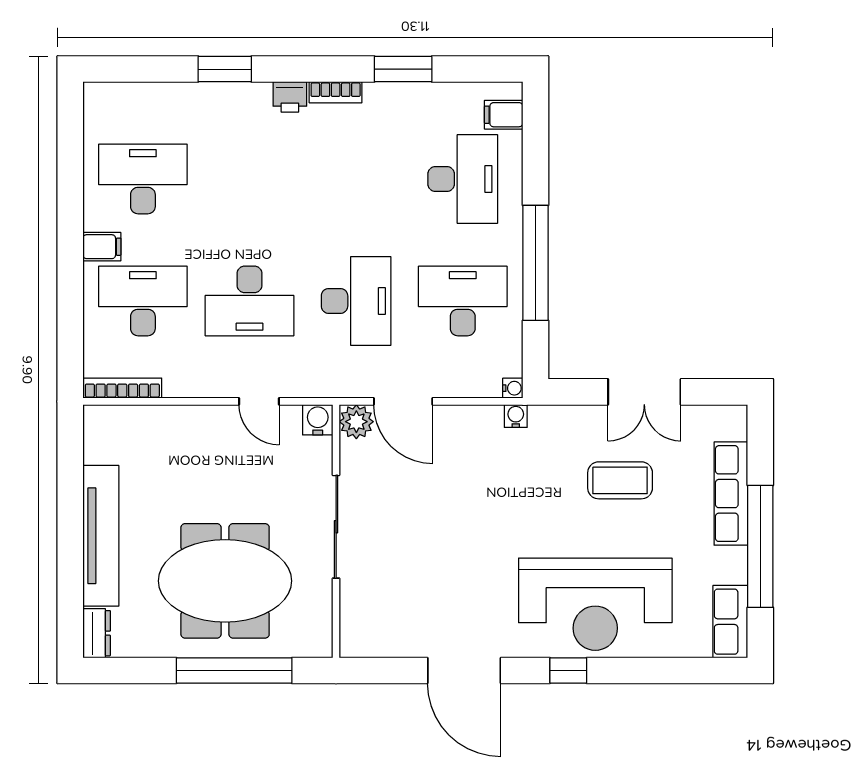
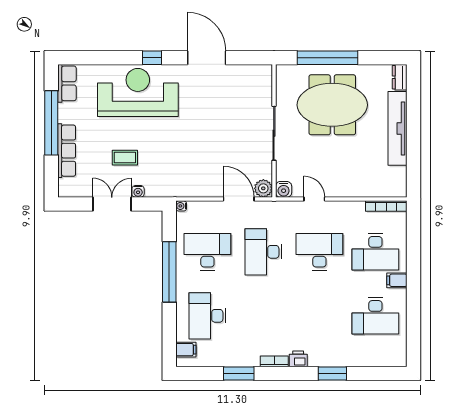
desk: (463, 301) -> (207, 252), turned 180
water cooler: (516, 416) -> (138, 191), moved
coffee table: (620, 480) -> (125, 158), width x0.73, depth x0.77

